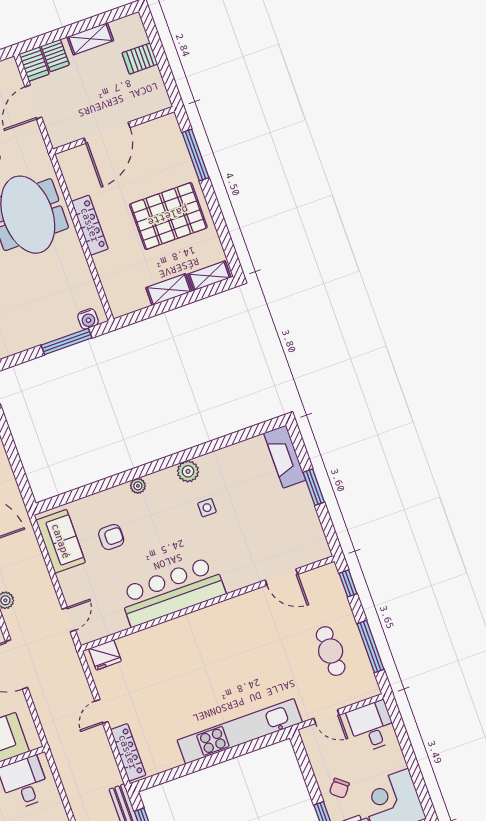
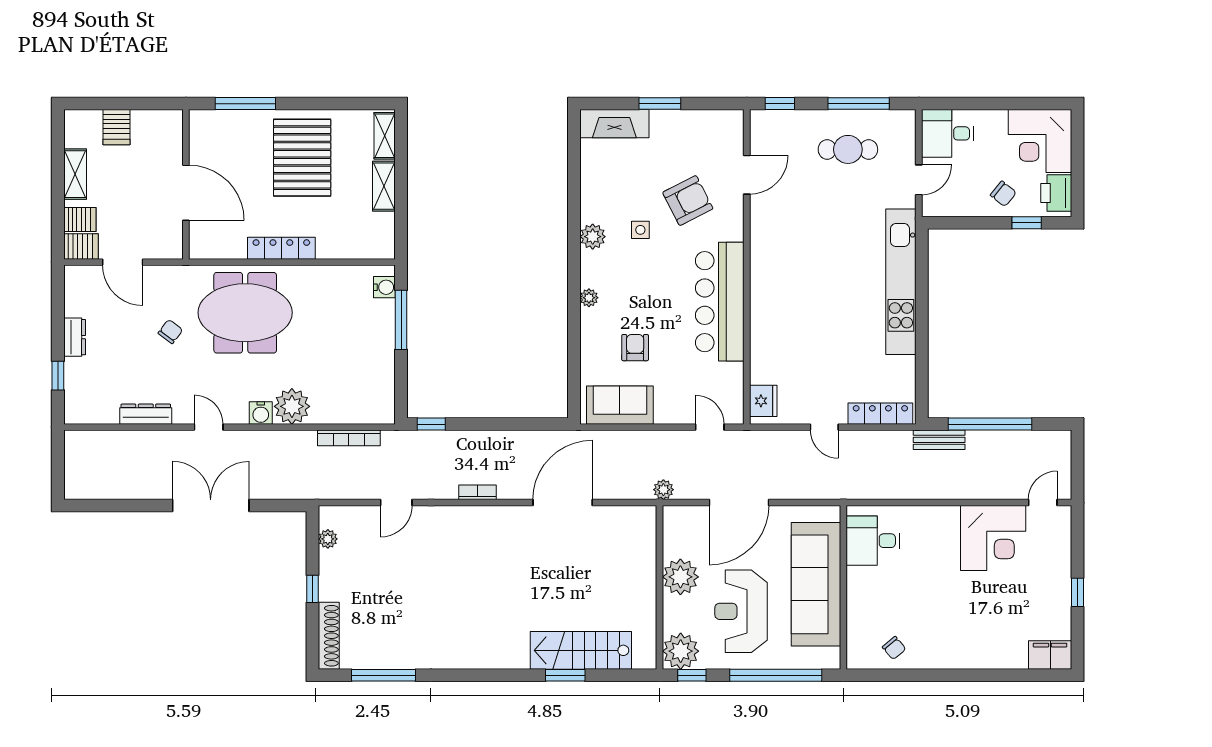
armchair: (244, 537) -> (688, 200), added

